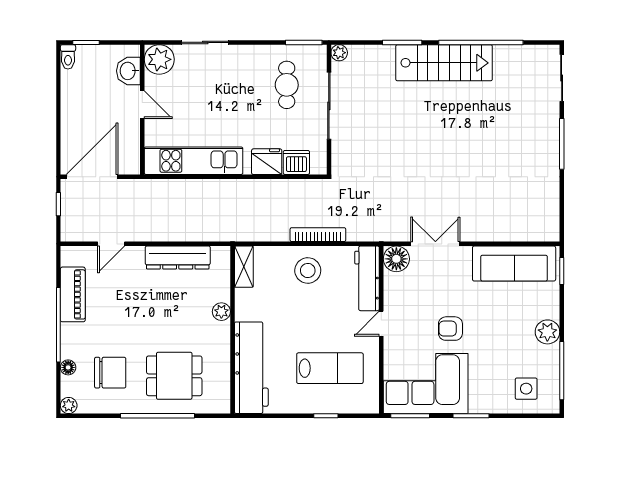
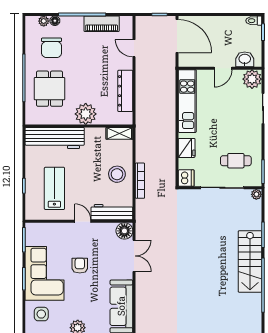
dishwasher: (296, 162) -> (186, 178), moved
plant: (221, 312) -> (86, 114), width x1.88, depth x1.88
lab bench: (330, 368) -> (54, 188), turned 180
corner sofa: (426, 384) -> (45, 273), moved
plant: (69, 405) -> (44, 21), moved

